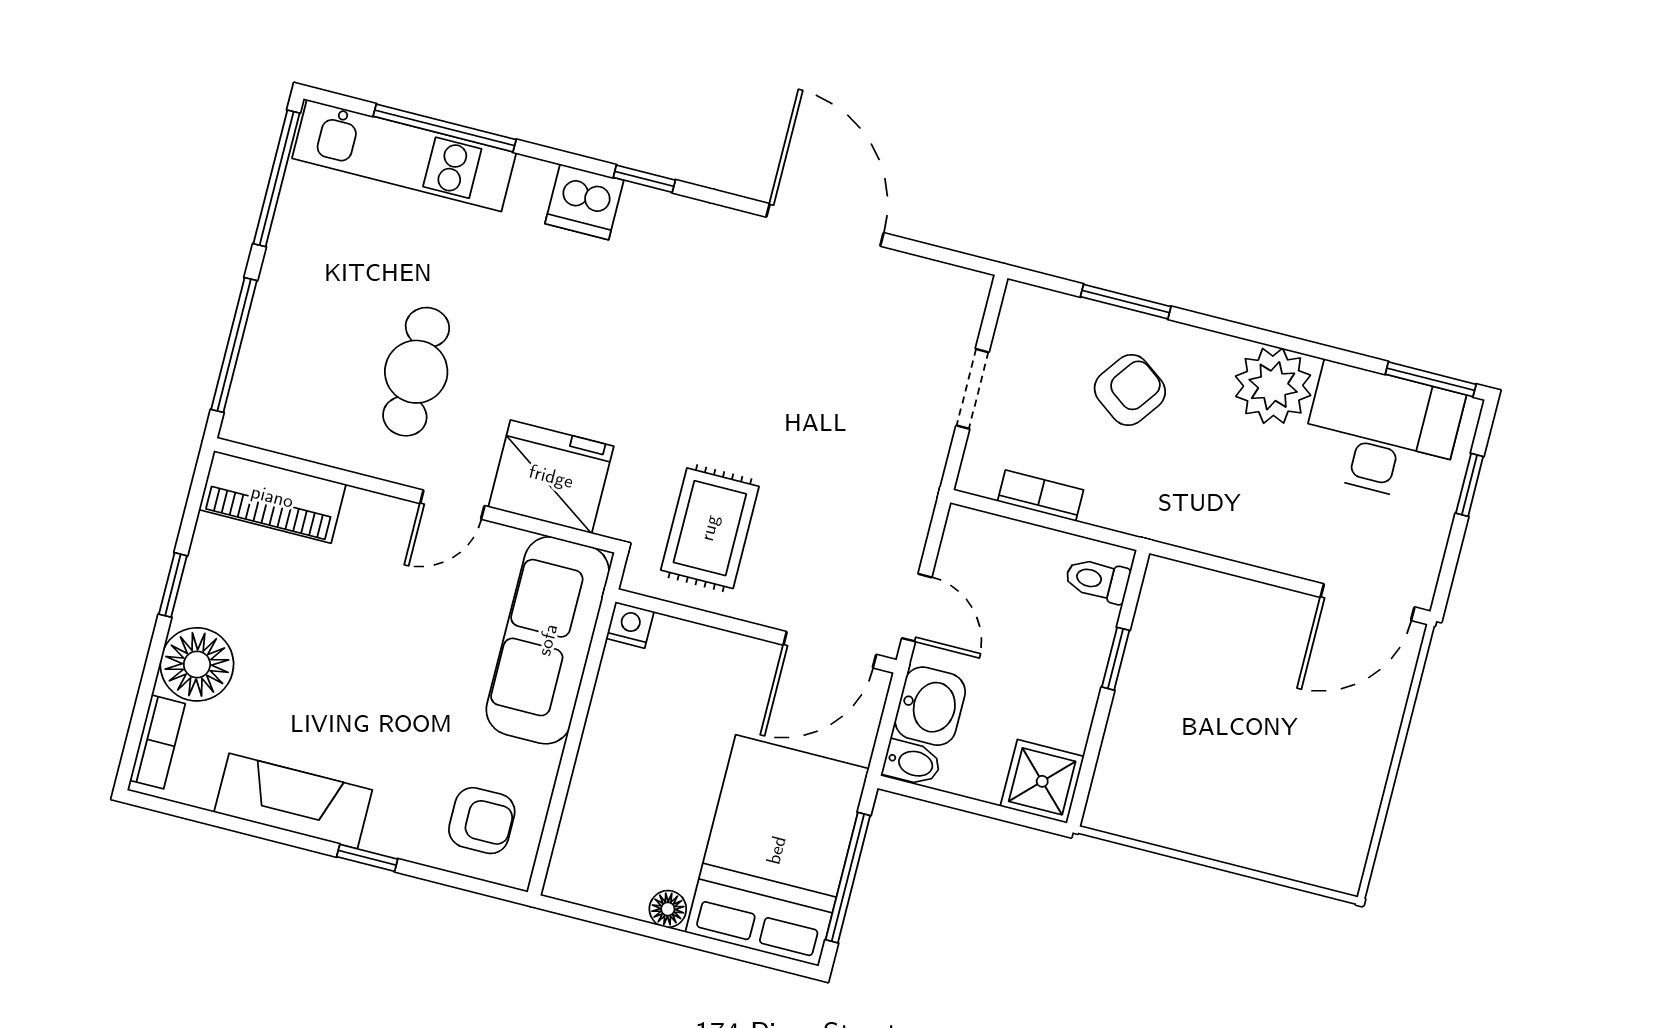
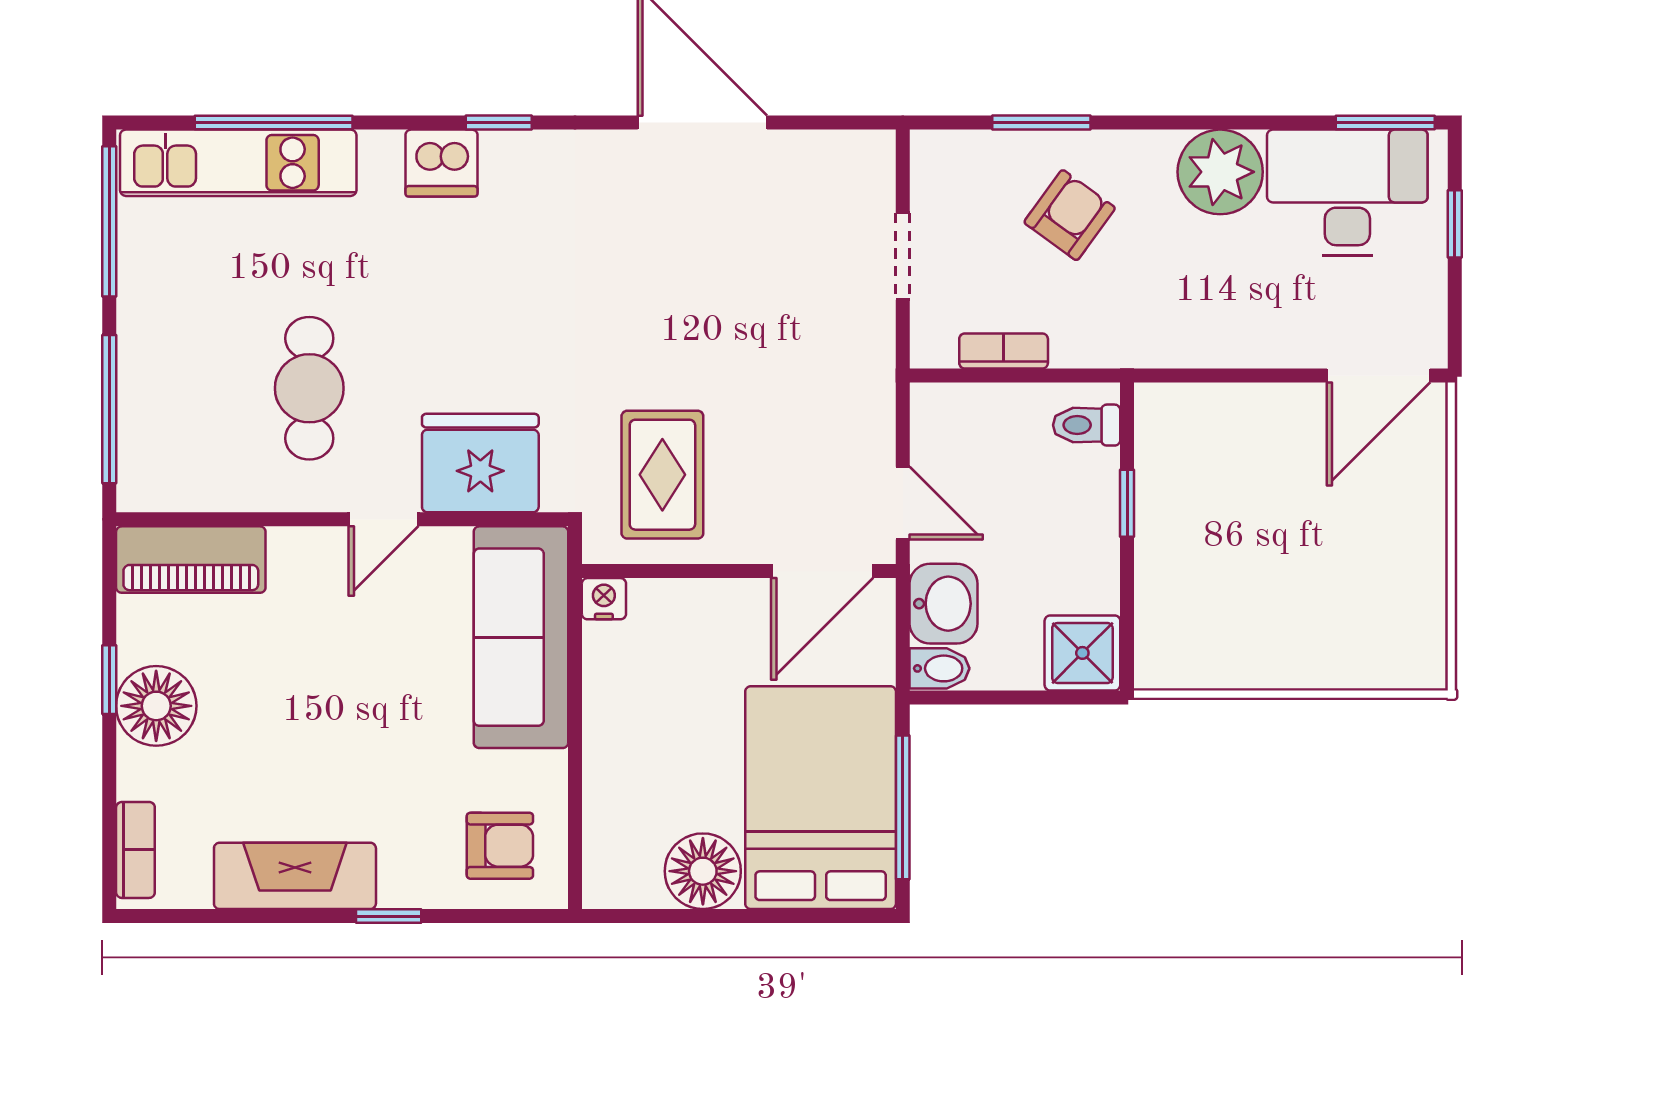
floor lamp: (197, 664) -> (156, 706), moved
floor lamp: (668, 909) -> (703, 871), width x1.89, depth x1.89

